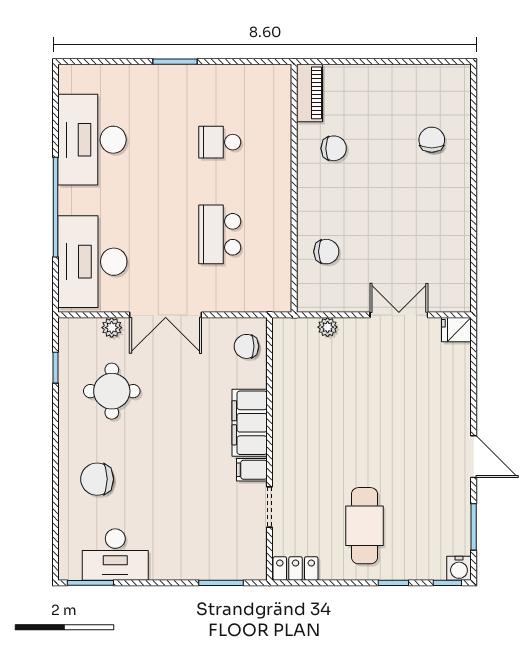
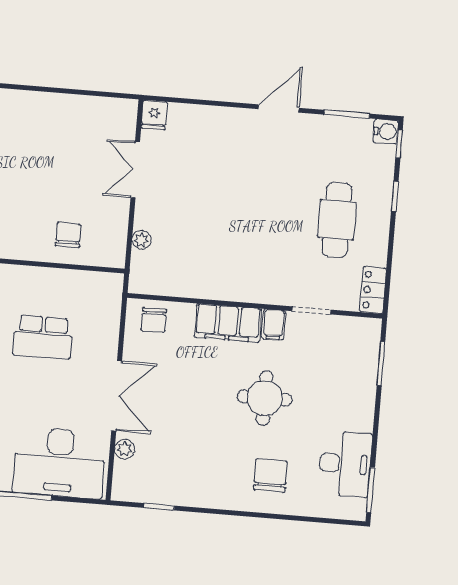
round table: (112, 391) -> (265, 398), moved
chair: (97, 479) -> (270, 475), turned 180
cafe table: (364, 526) -> (337, 220), turned 90

